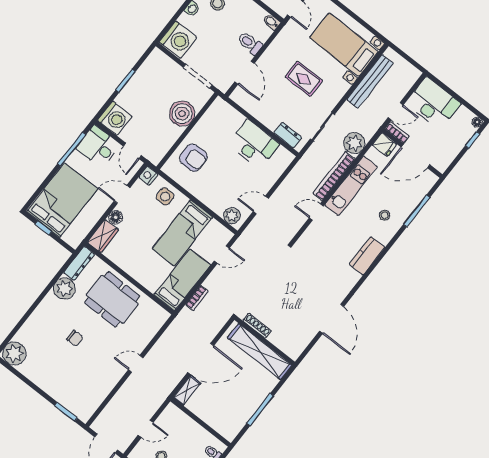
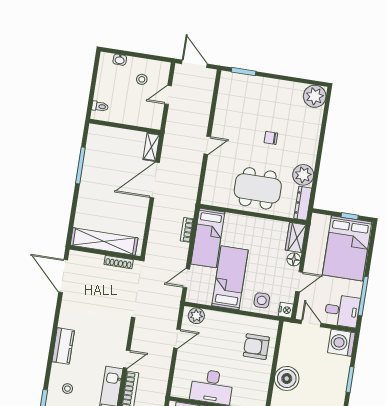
shoe rack: (257, 326) -> (119, 262), moved
wall: (265, 341) -> (105, 253), moved
shelving: (260, 352) -> (104, 241), moved

